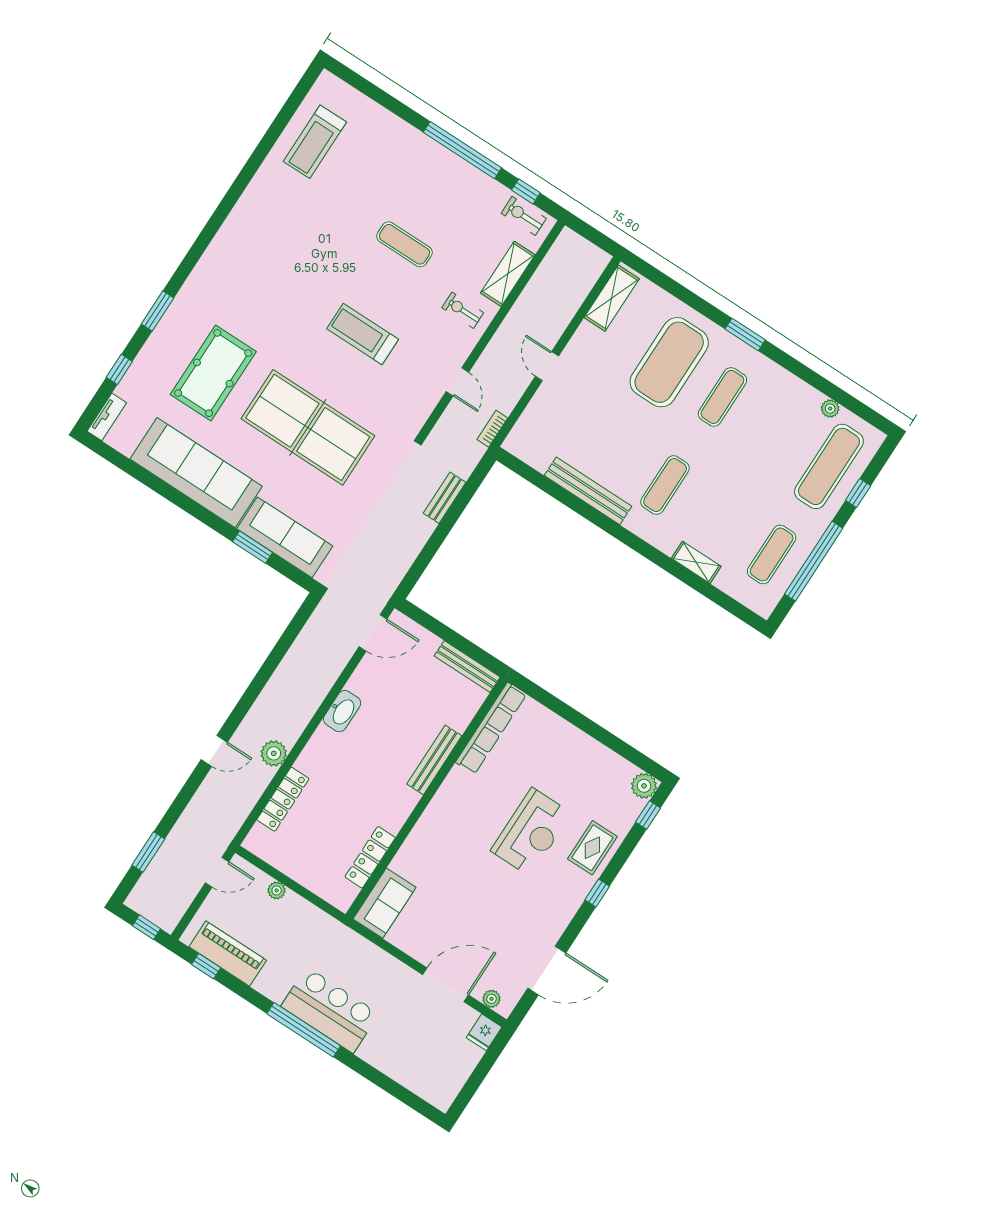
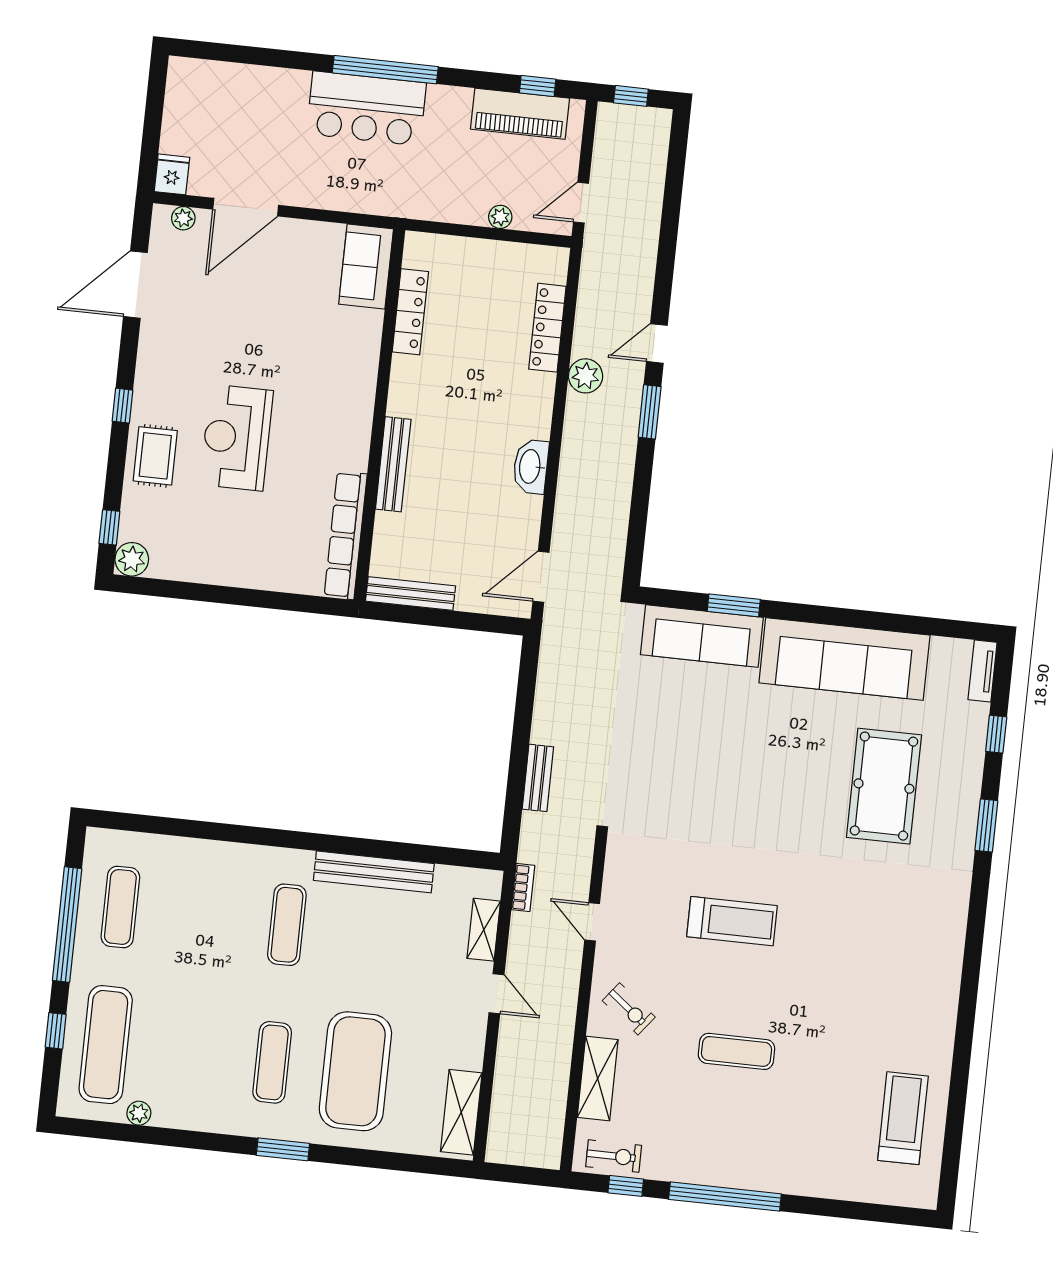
exercise bike: (463, 310) -> (629, 1009), turned 38
table tennis table: (308, 427) -> (740, 779), removed
shelving: (696, 562) -> (484, 930), moved, turned 90
window: (148, 852) -> (650, 412), moved

